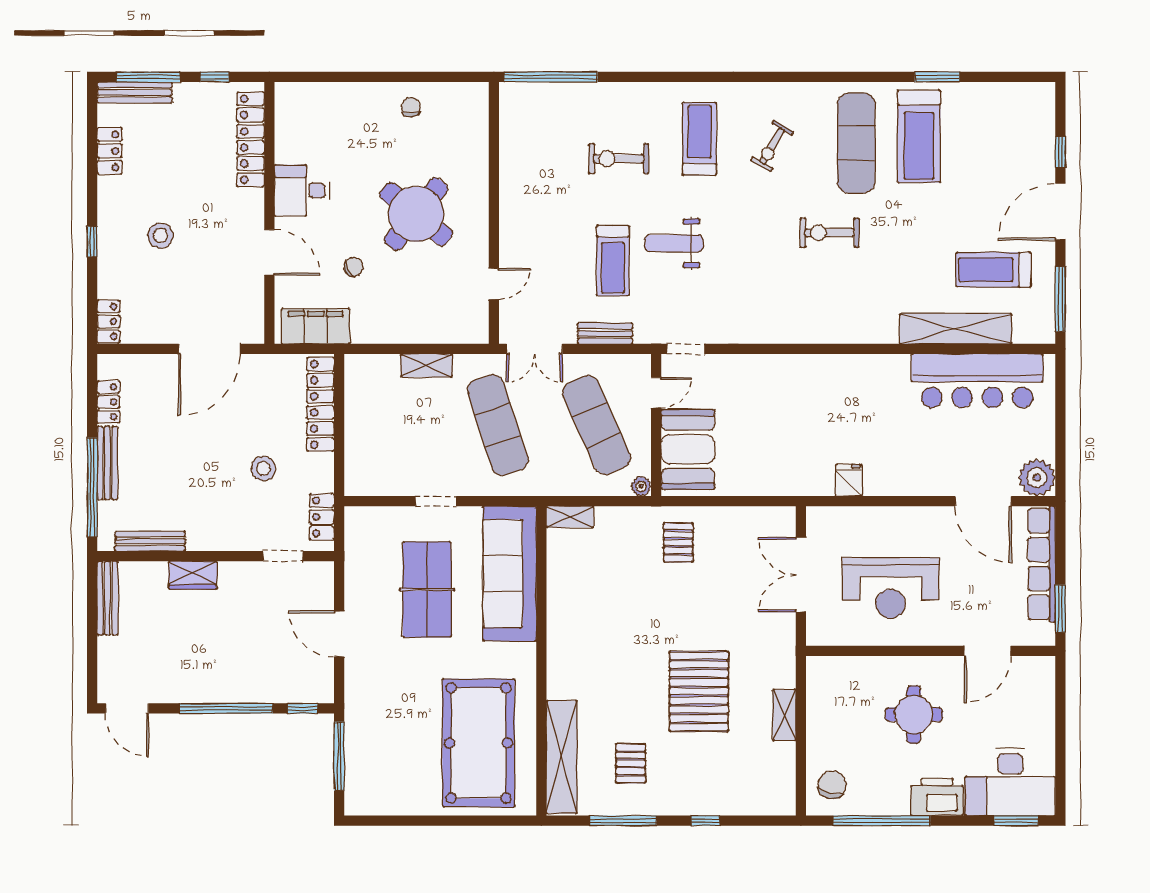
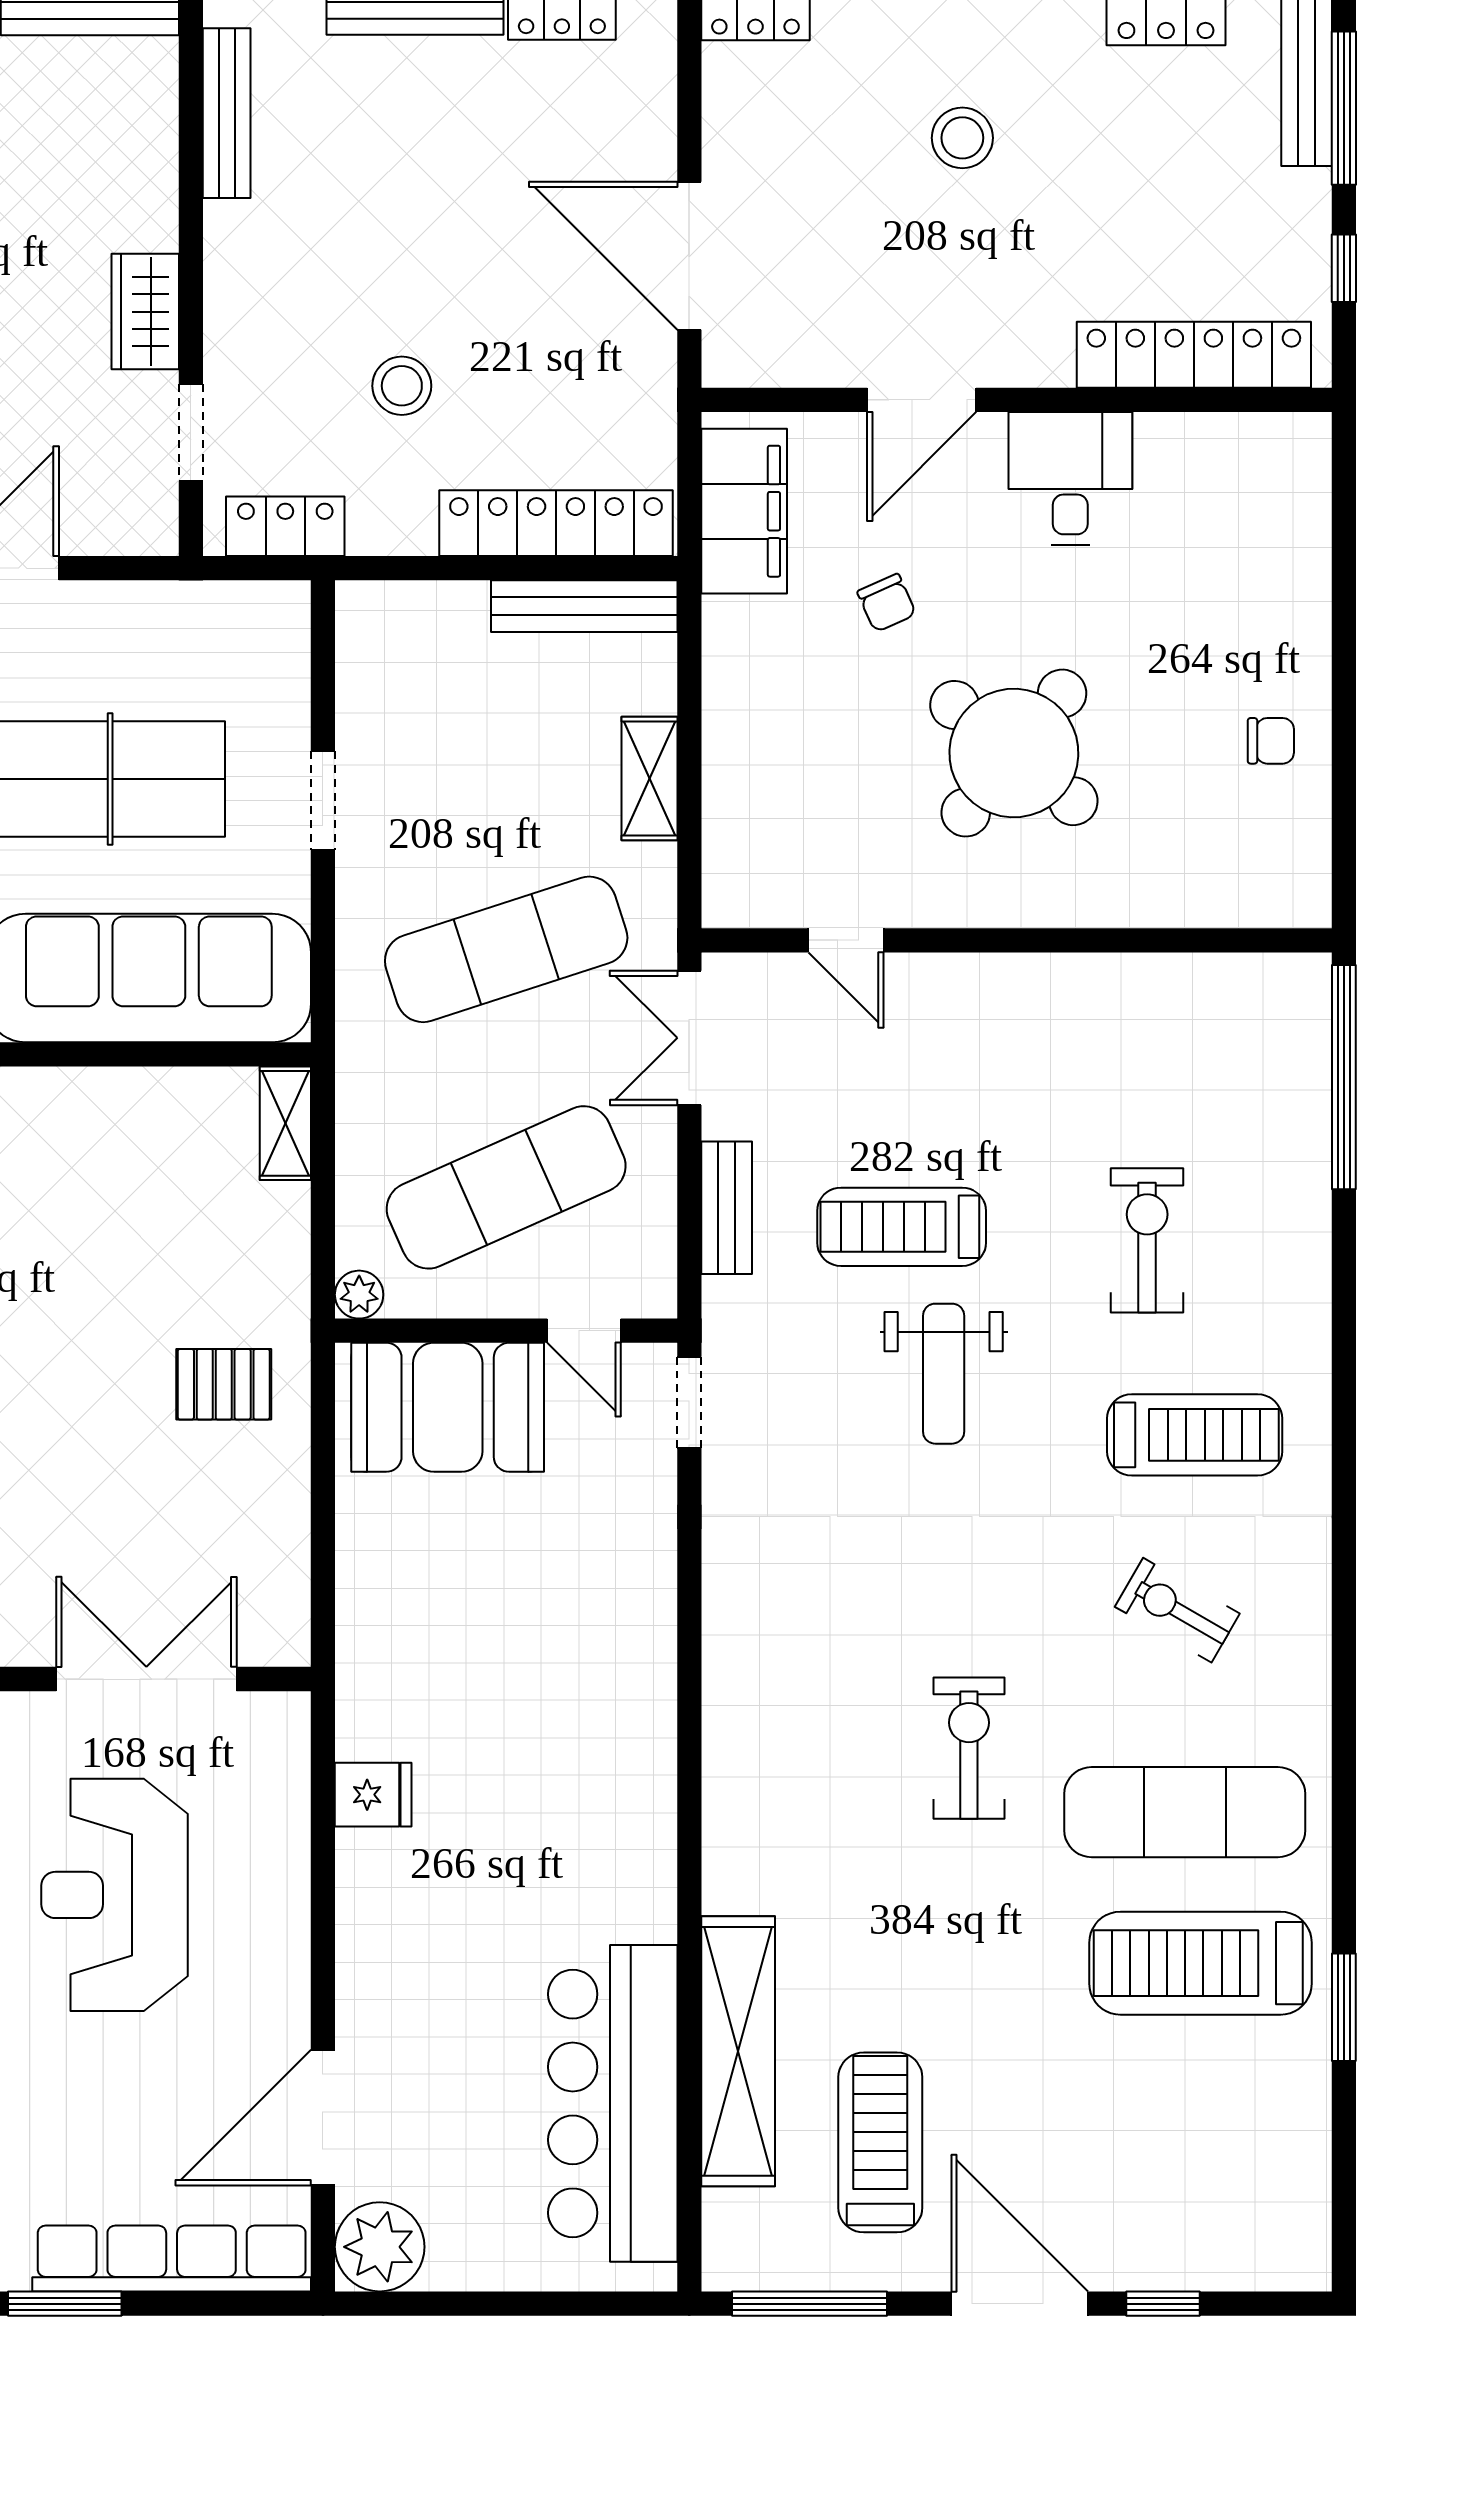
weight bench: (674, 243) -> (944, 1374), turned 180
bench: (355, 393) -> (584, 606), added
wardrobe: (193, 575) -> (145, 312), moved

